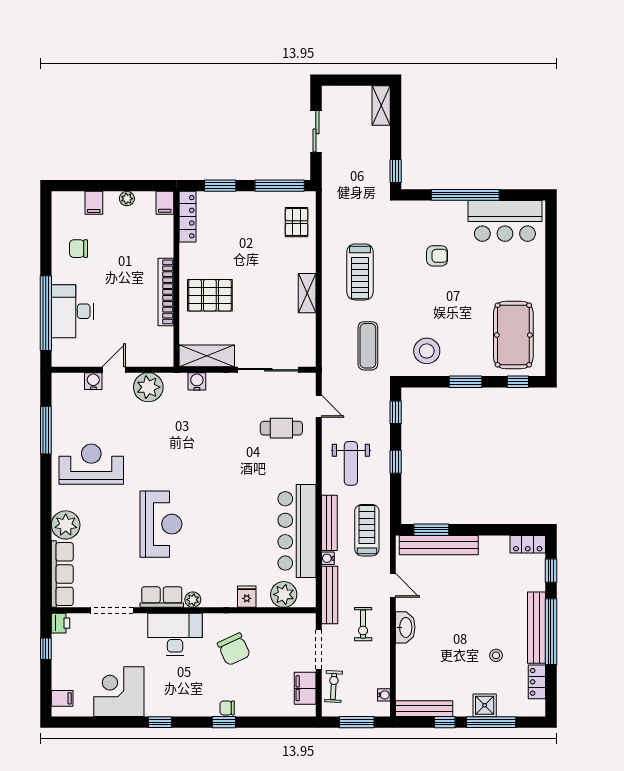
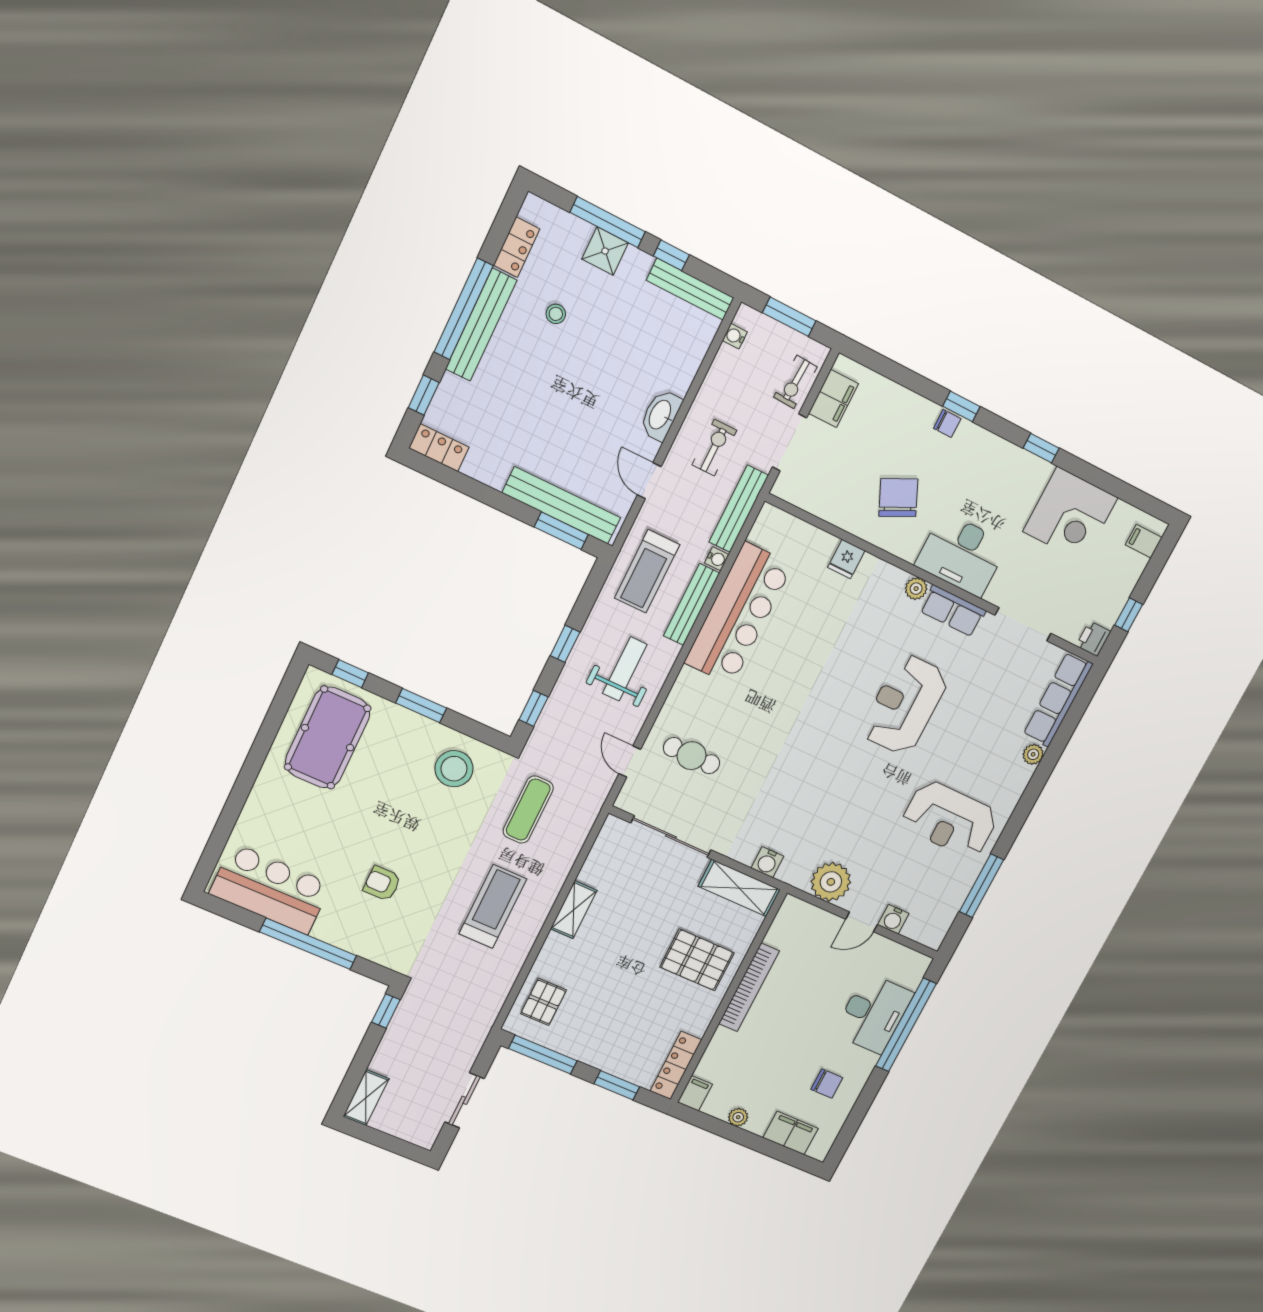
filing cabinet: (94, 203) -> (791, 1133), width x2.00
plant: (66, 525) -> (1033, 754), width x0.53, depth x0.53
plant: (284, 594) -> (798, 539), removed

